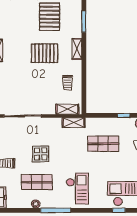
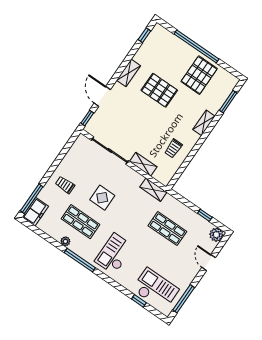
pallet: (45, 53) -> (159, 90), moved
shelving: (67, 109) -> (143, 164), moved
checkout: (77, 189) -> (114, 254), turned 180

